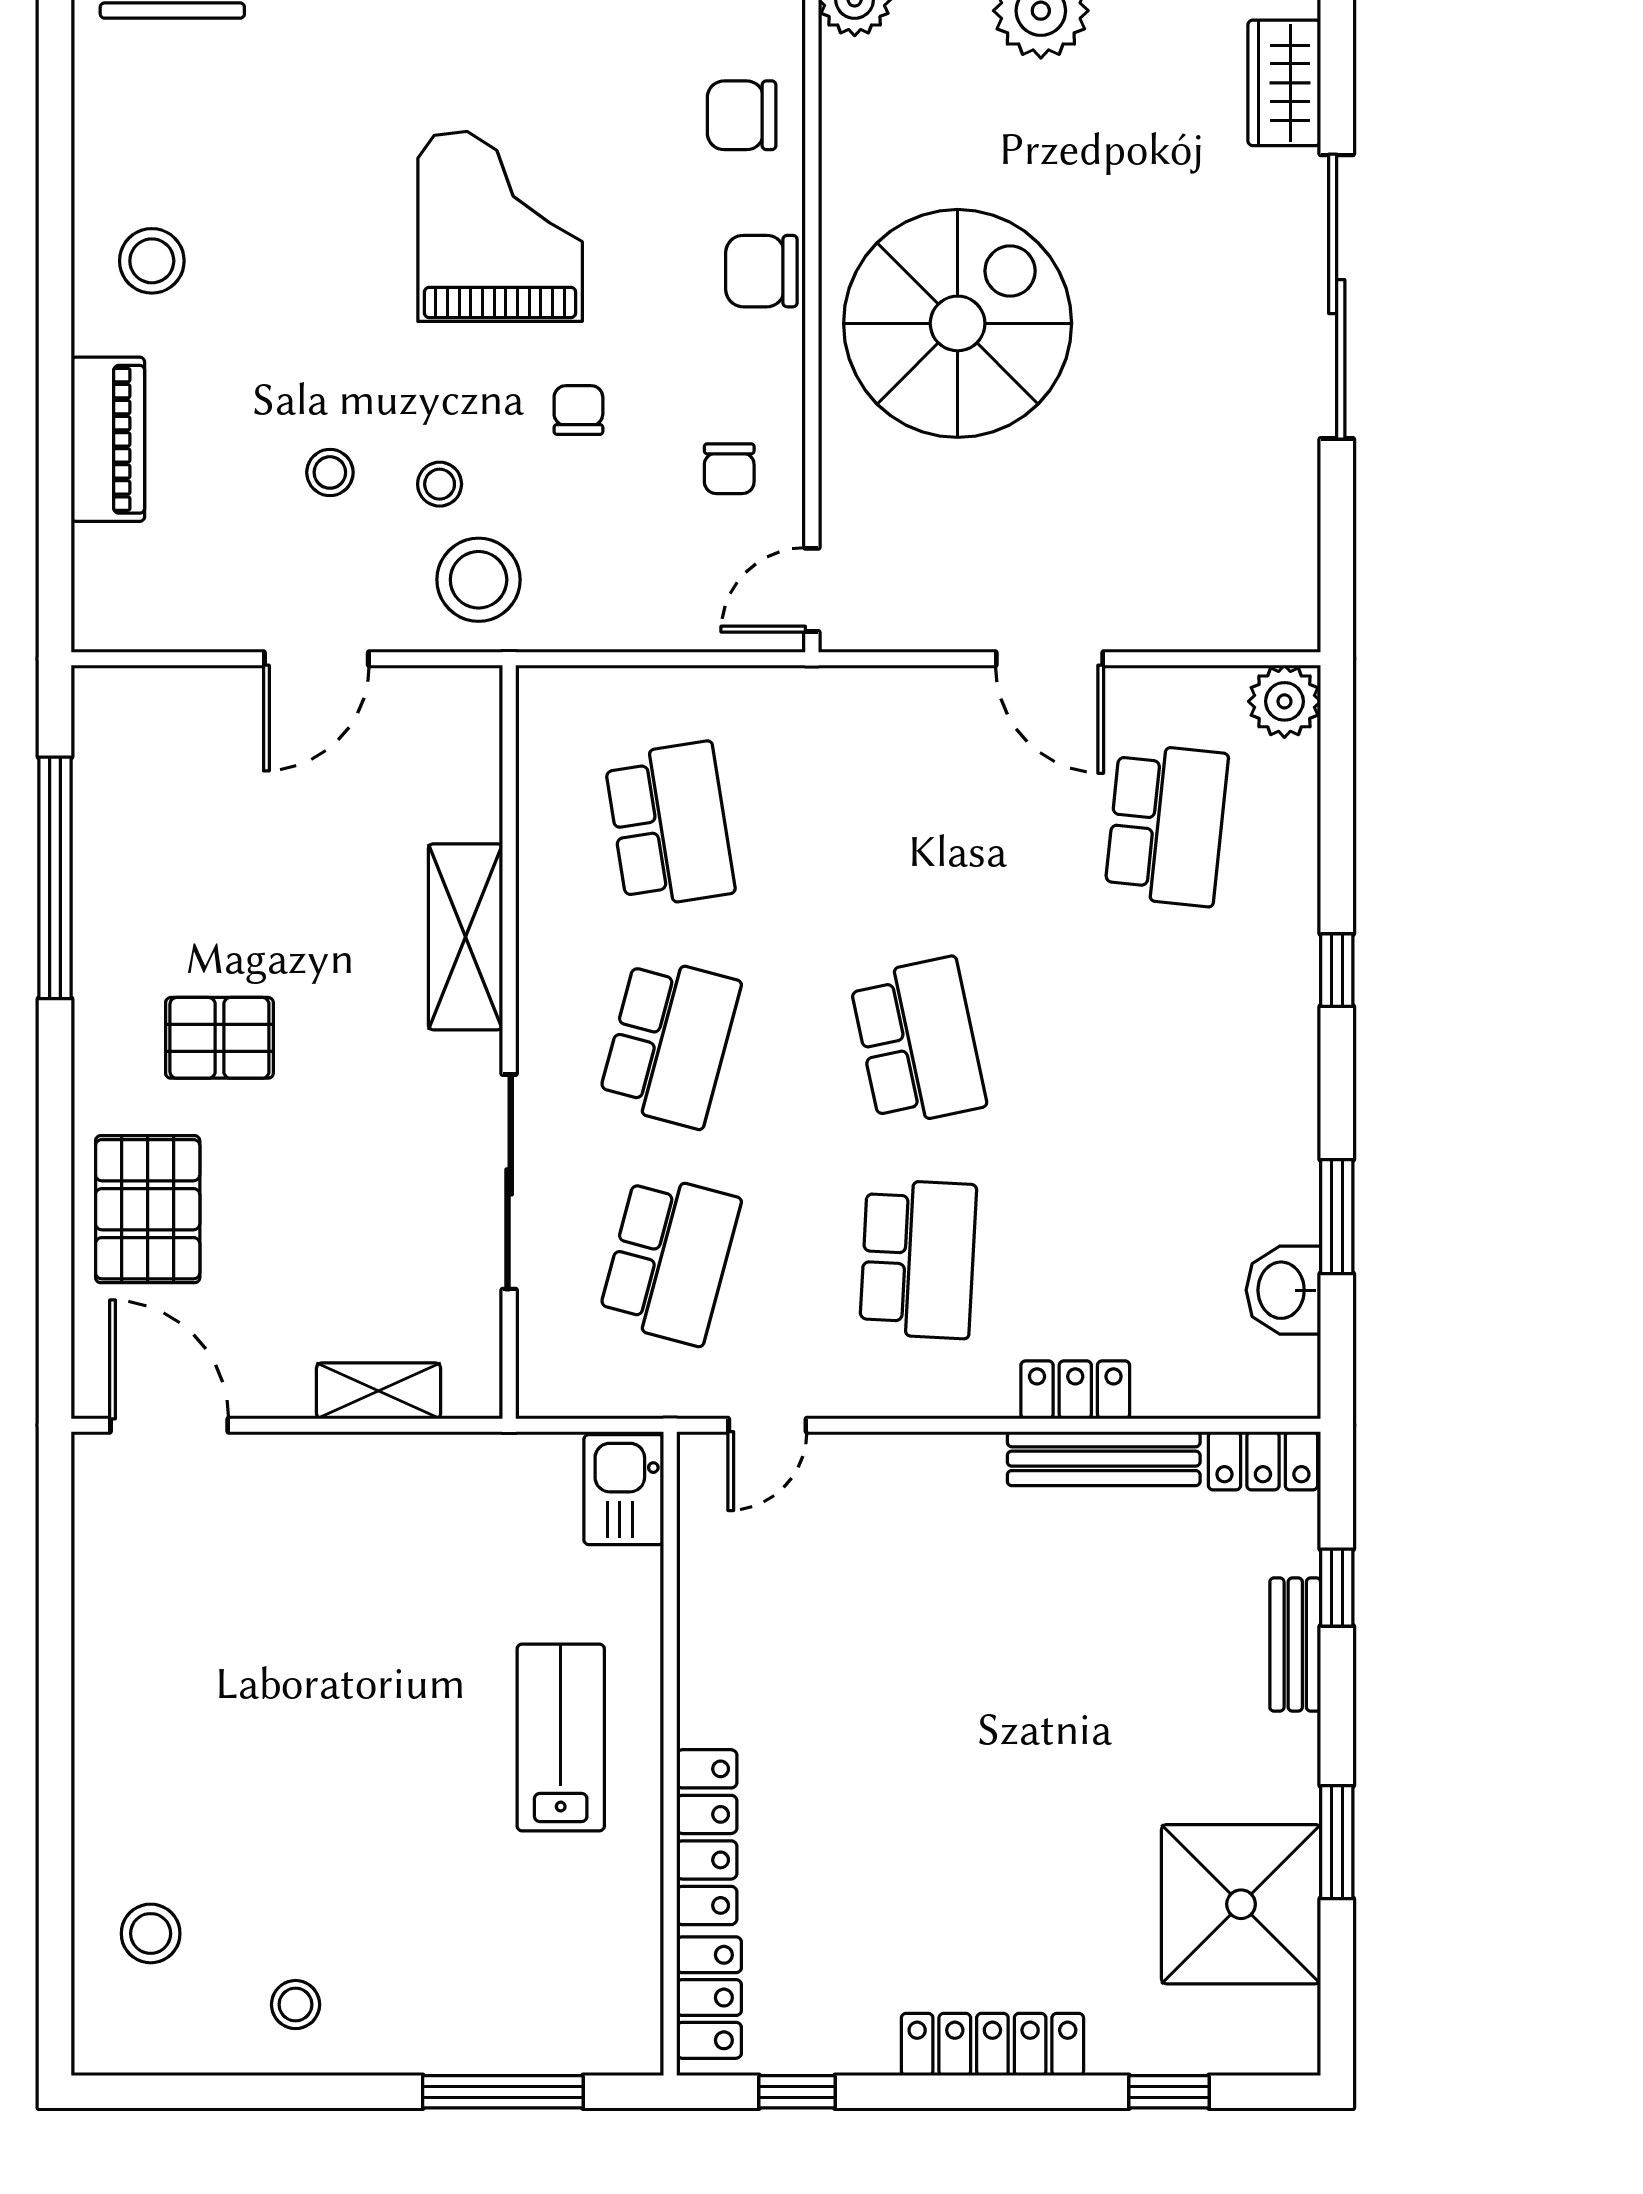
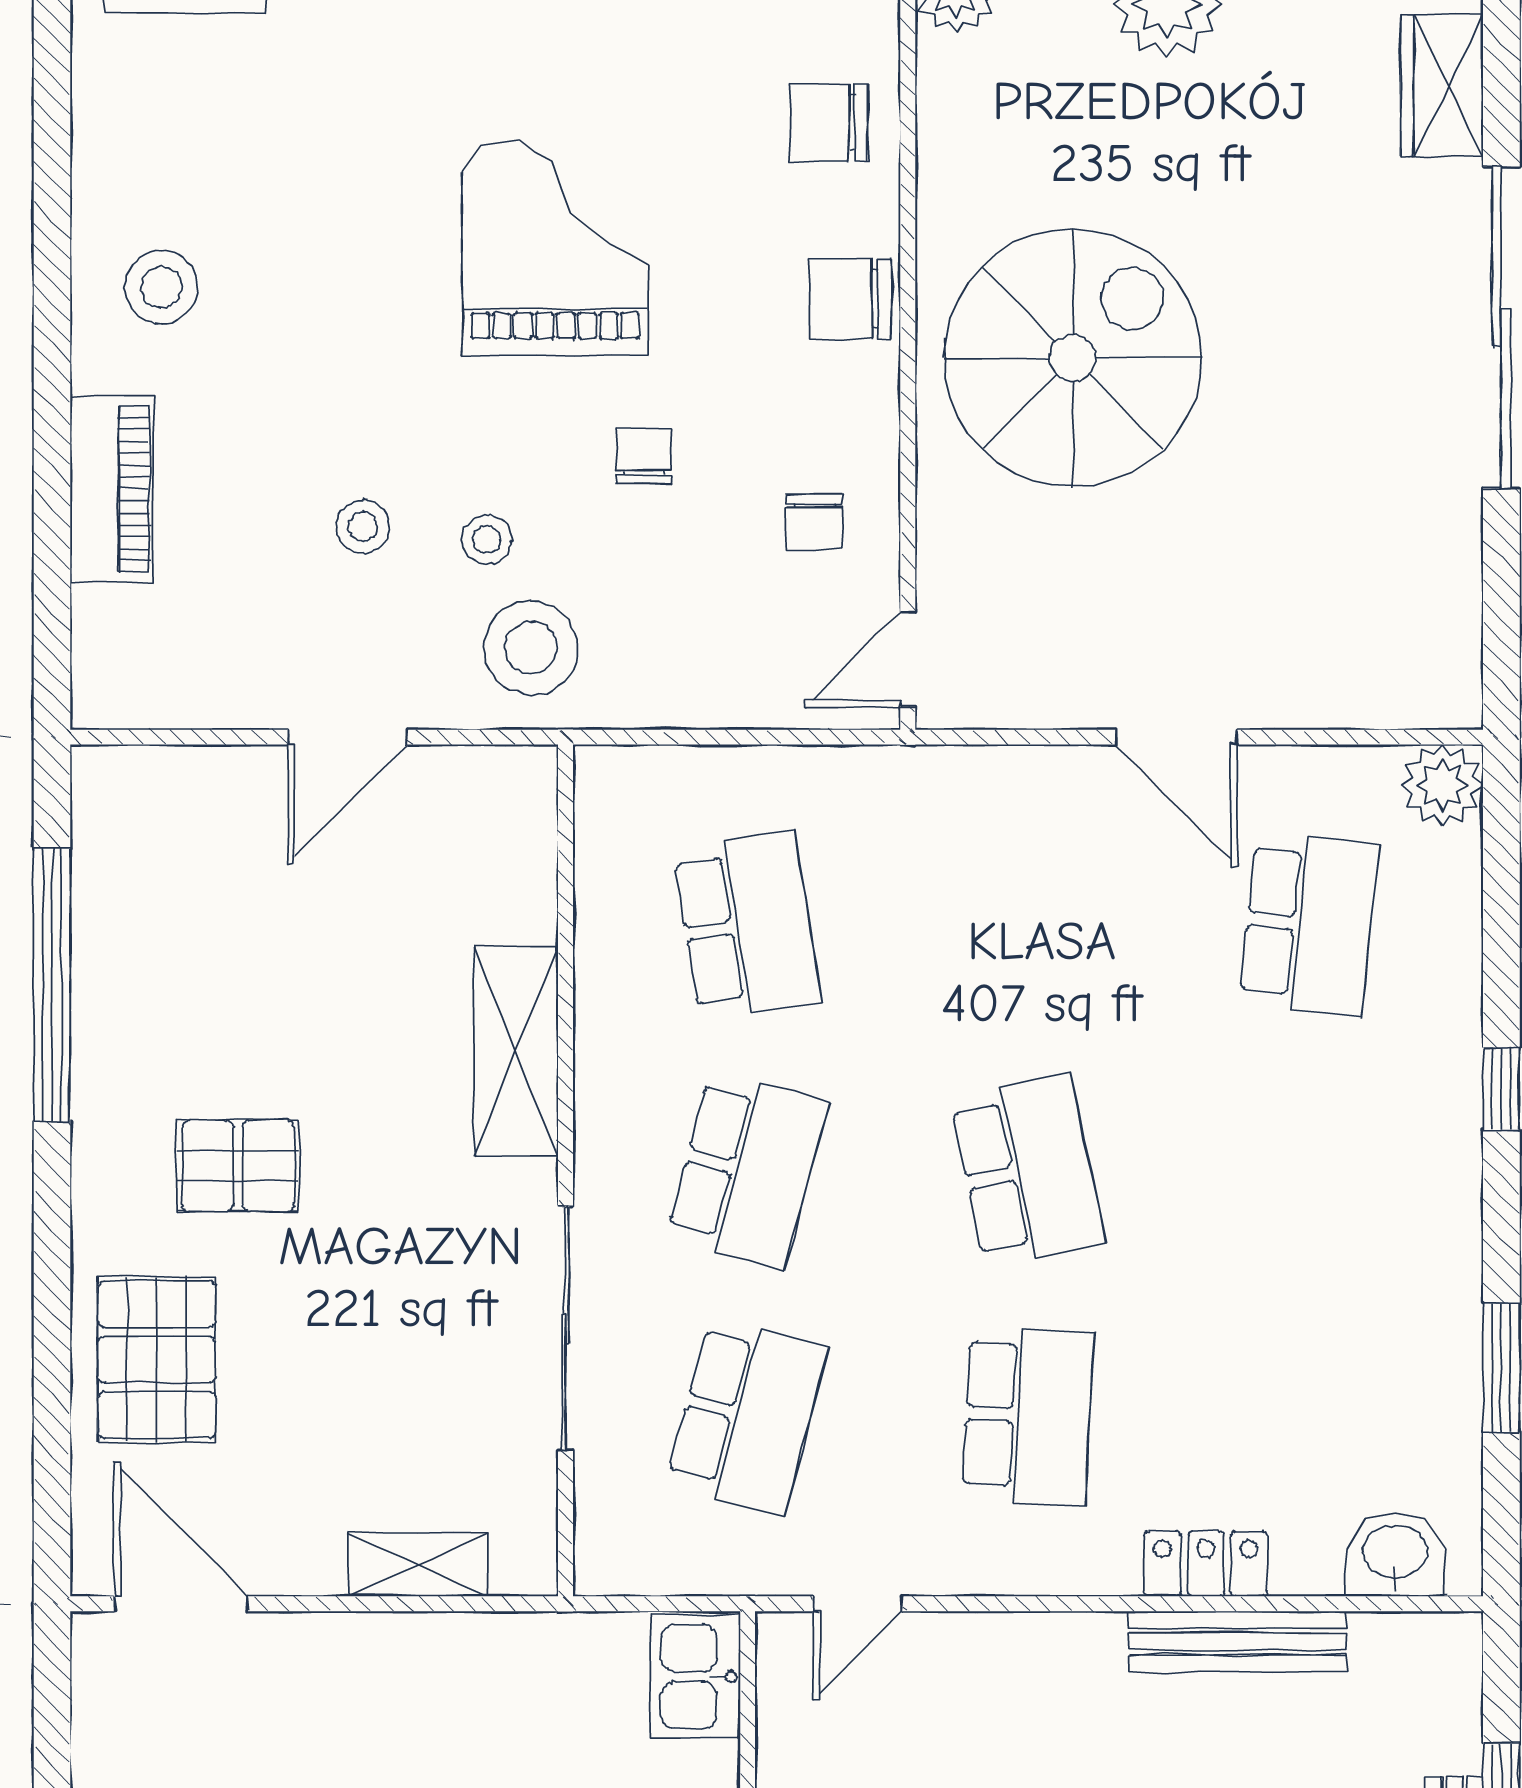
washbasin: (1283, 1290) -> (1395, 1554), moved, turned 90
locker: (1263, 1461) -> (1418, 1644), removed

